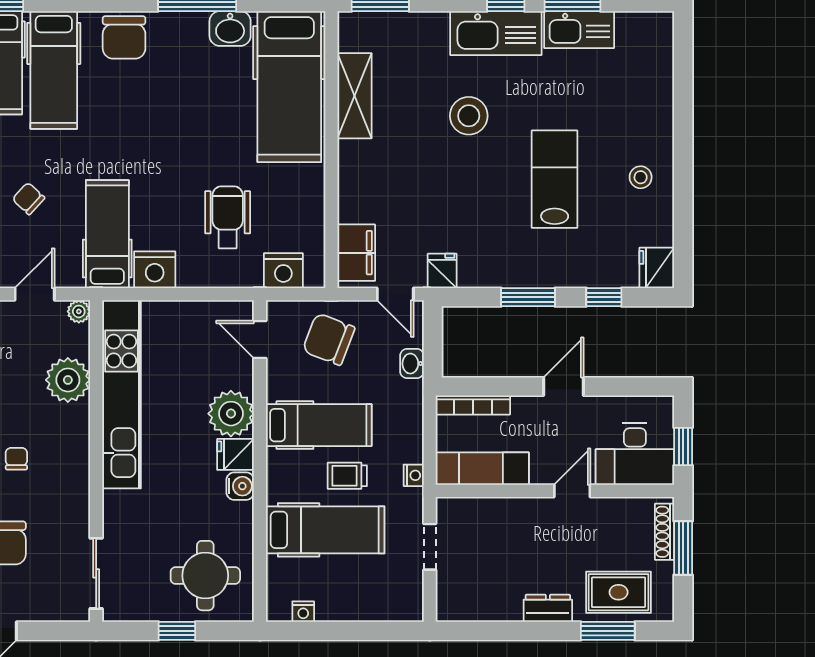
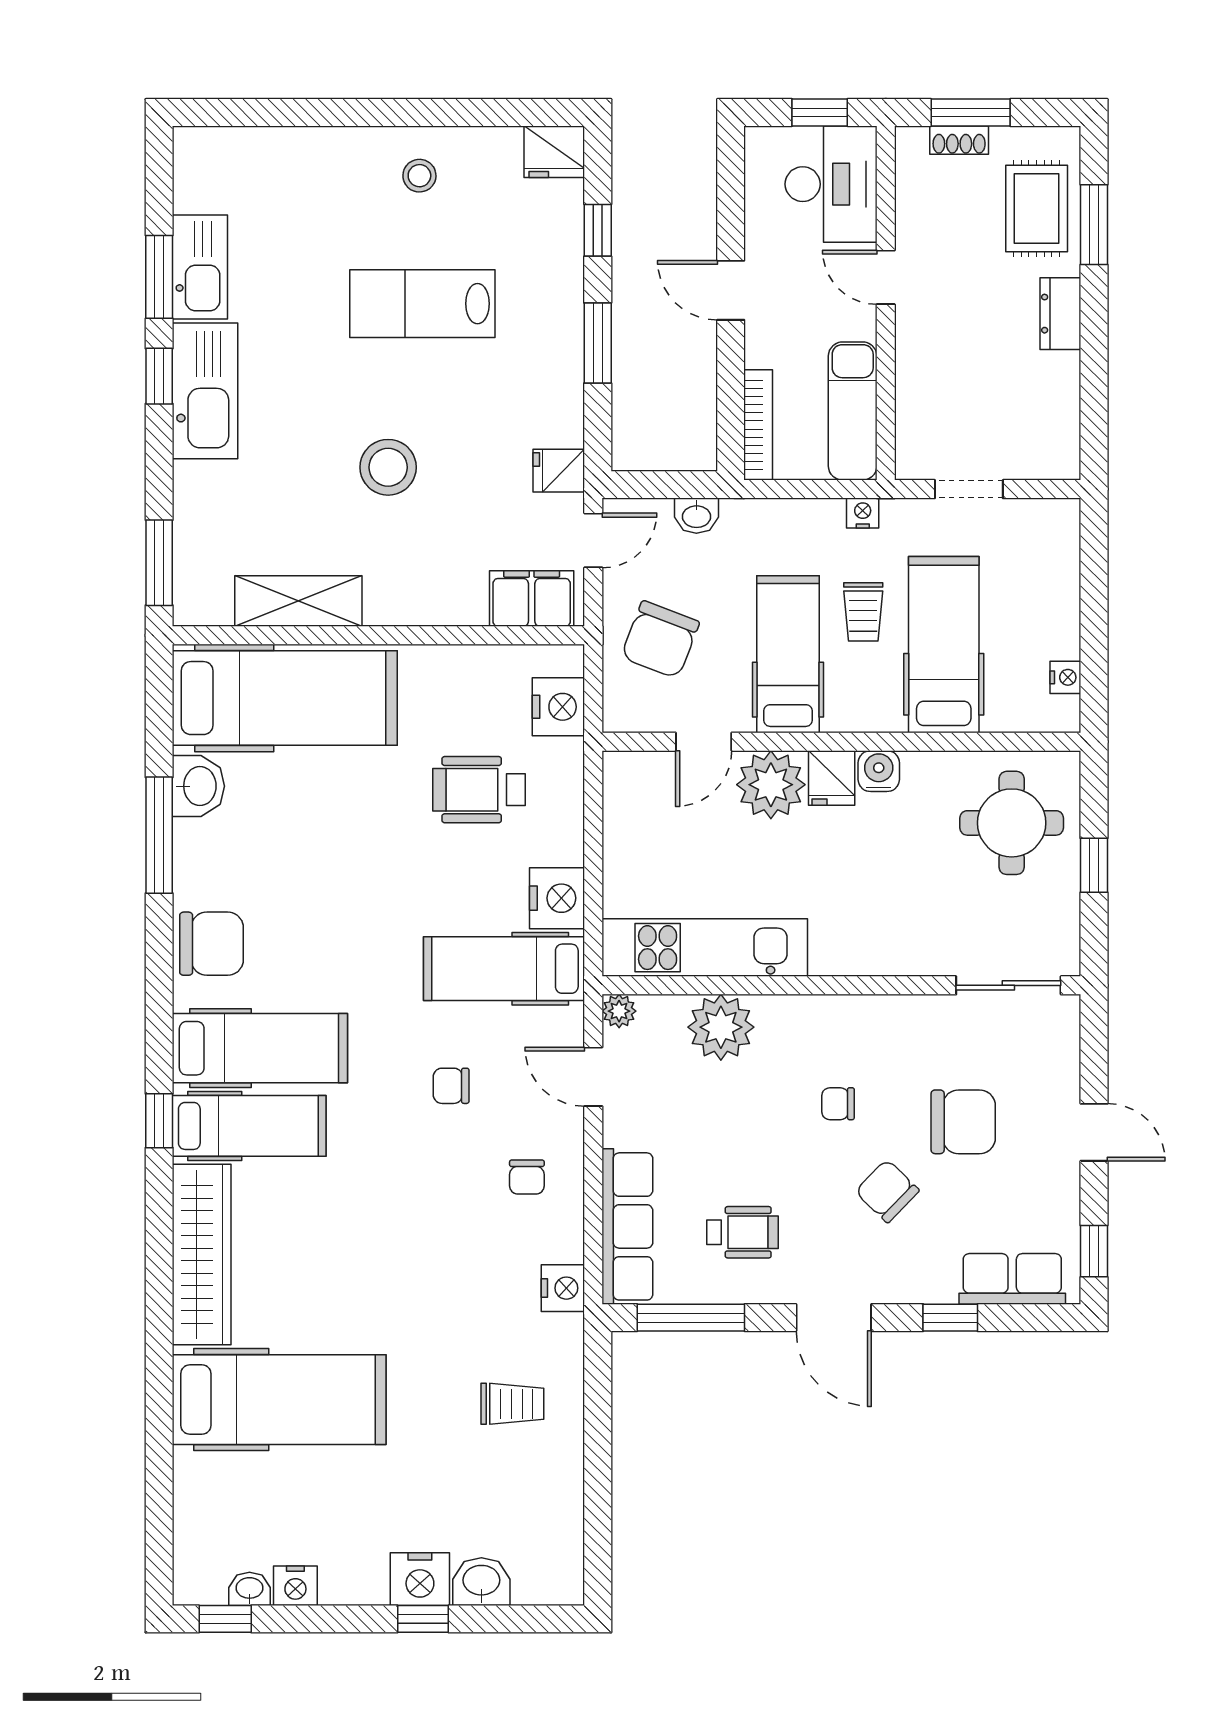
stool: (469, 116) -> (388, 467), moved
chair: (28, 199) -> (451, 1086), turned 47
door: (260, 339) -> (704, 742), moved
kitchen unit: (121, 394) -> (705, 948), width x0.73
shoe rack: (665, 532) -> (959, 140), width x0.70

